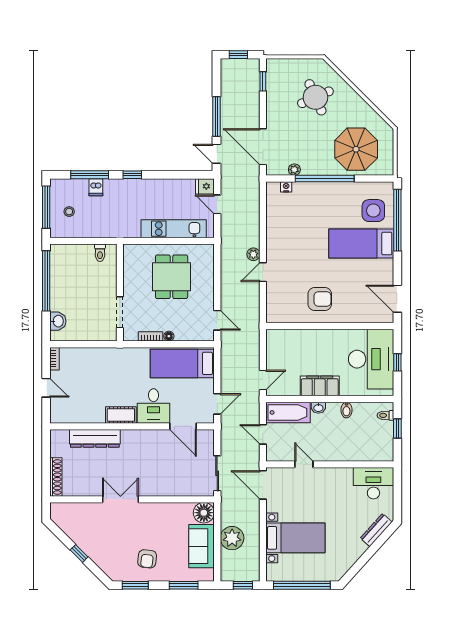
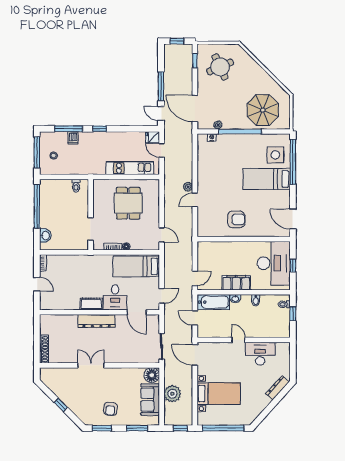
round table: (315, 97) -> (220, 67), moved
dresser: (95, 438) -> (97, 321), moved
door: (304, 464) -> (239, 340), moved
desk: (373, 483) -> (260, 354), moved

